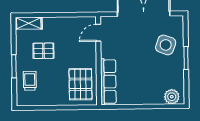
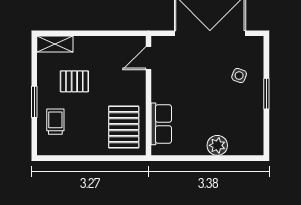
side table: (166, 45) -> (239, 76), width x0.54, depth x0.54
row of seats: (108, 82) -> (161, 124), width x0.68
plant: (172, 97) -> (217, 145), moved

